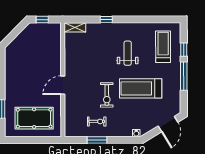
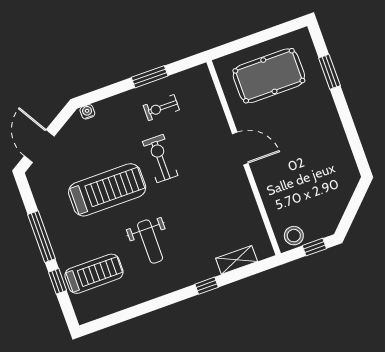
shelving: (75, 27) -> (237, 260), moved
stool: (51, 29) -> (294, 236), added
treadmill: (163, 47) -> (94, 274), turned -90
door: (63, 85) -> (240, 149), hinge flipped

